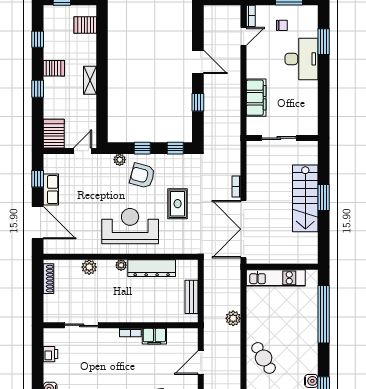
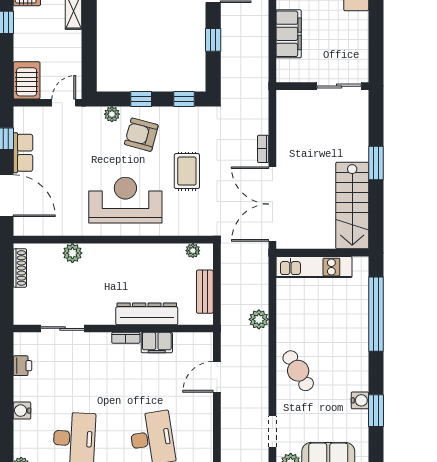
sliding door: (279, 138) -> (339, 86), moved
stairs: (305, 198) -> (352, 206), moved
plant: (121, 265) -> (193, 251), moved
dresser: (152, 268) -> (147, 314), moved, turned 180

